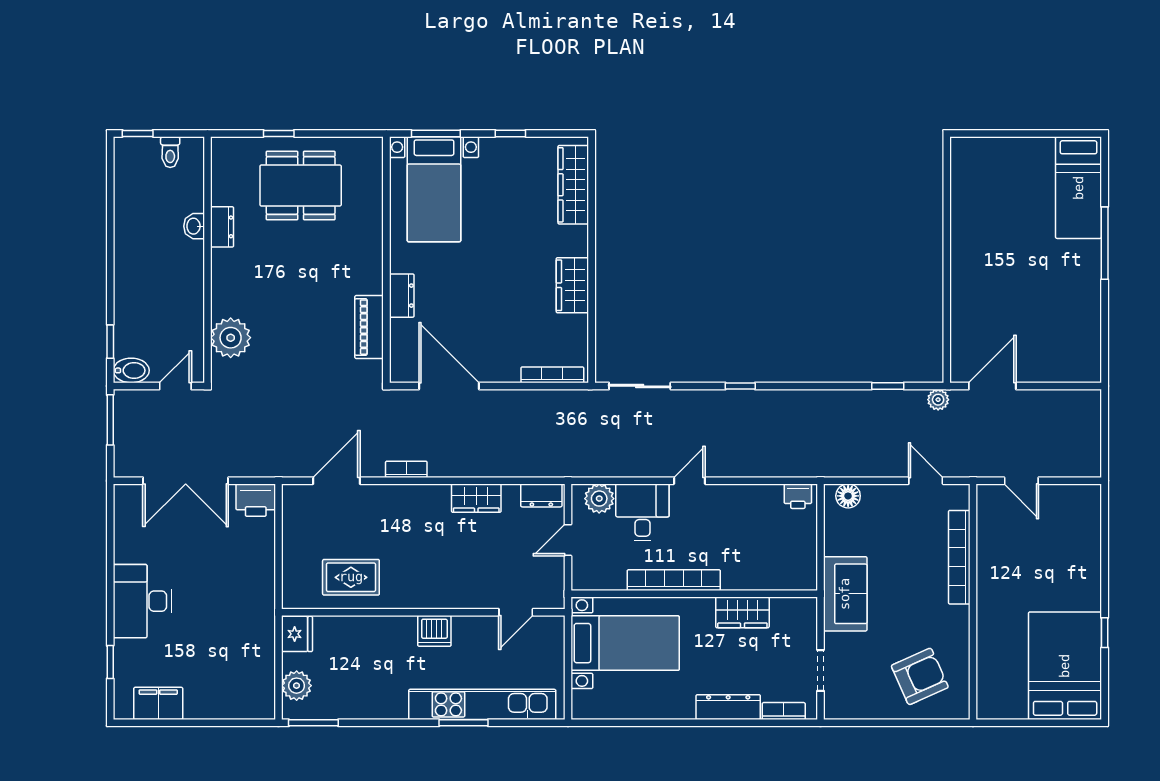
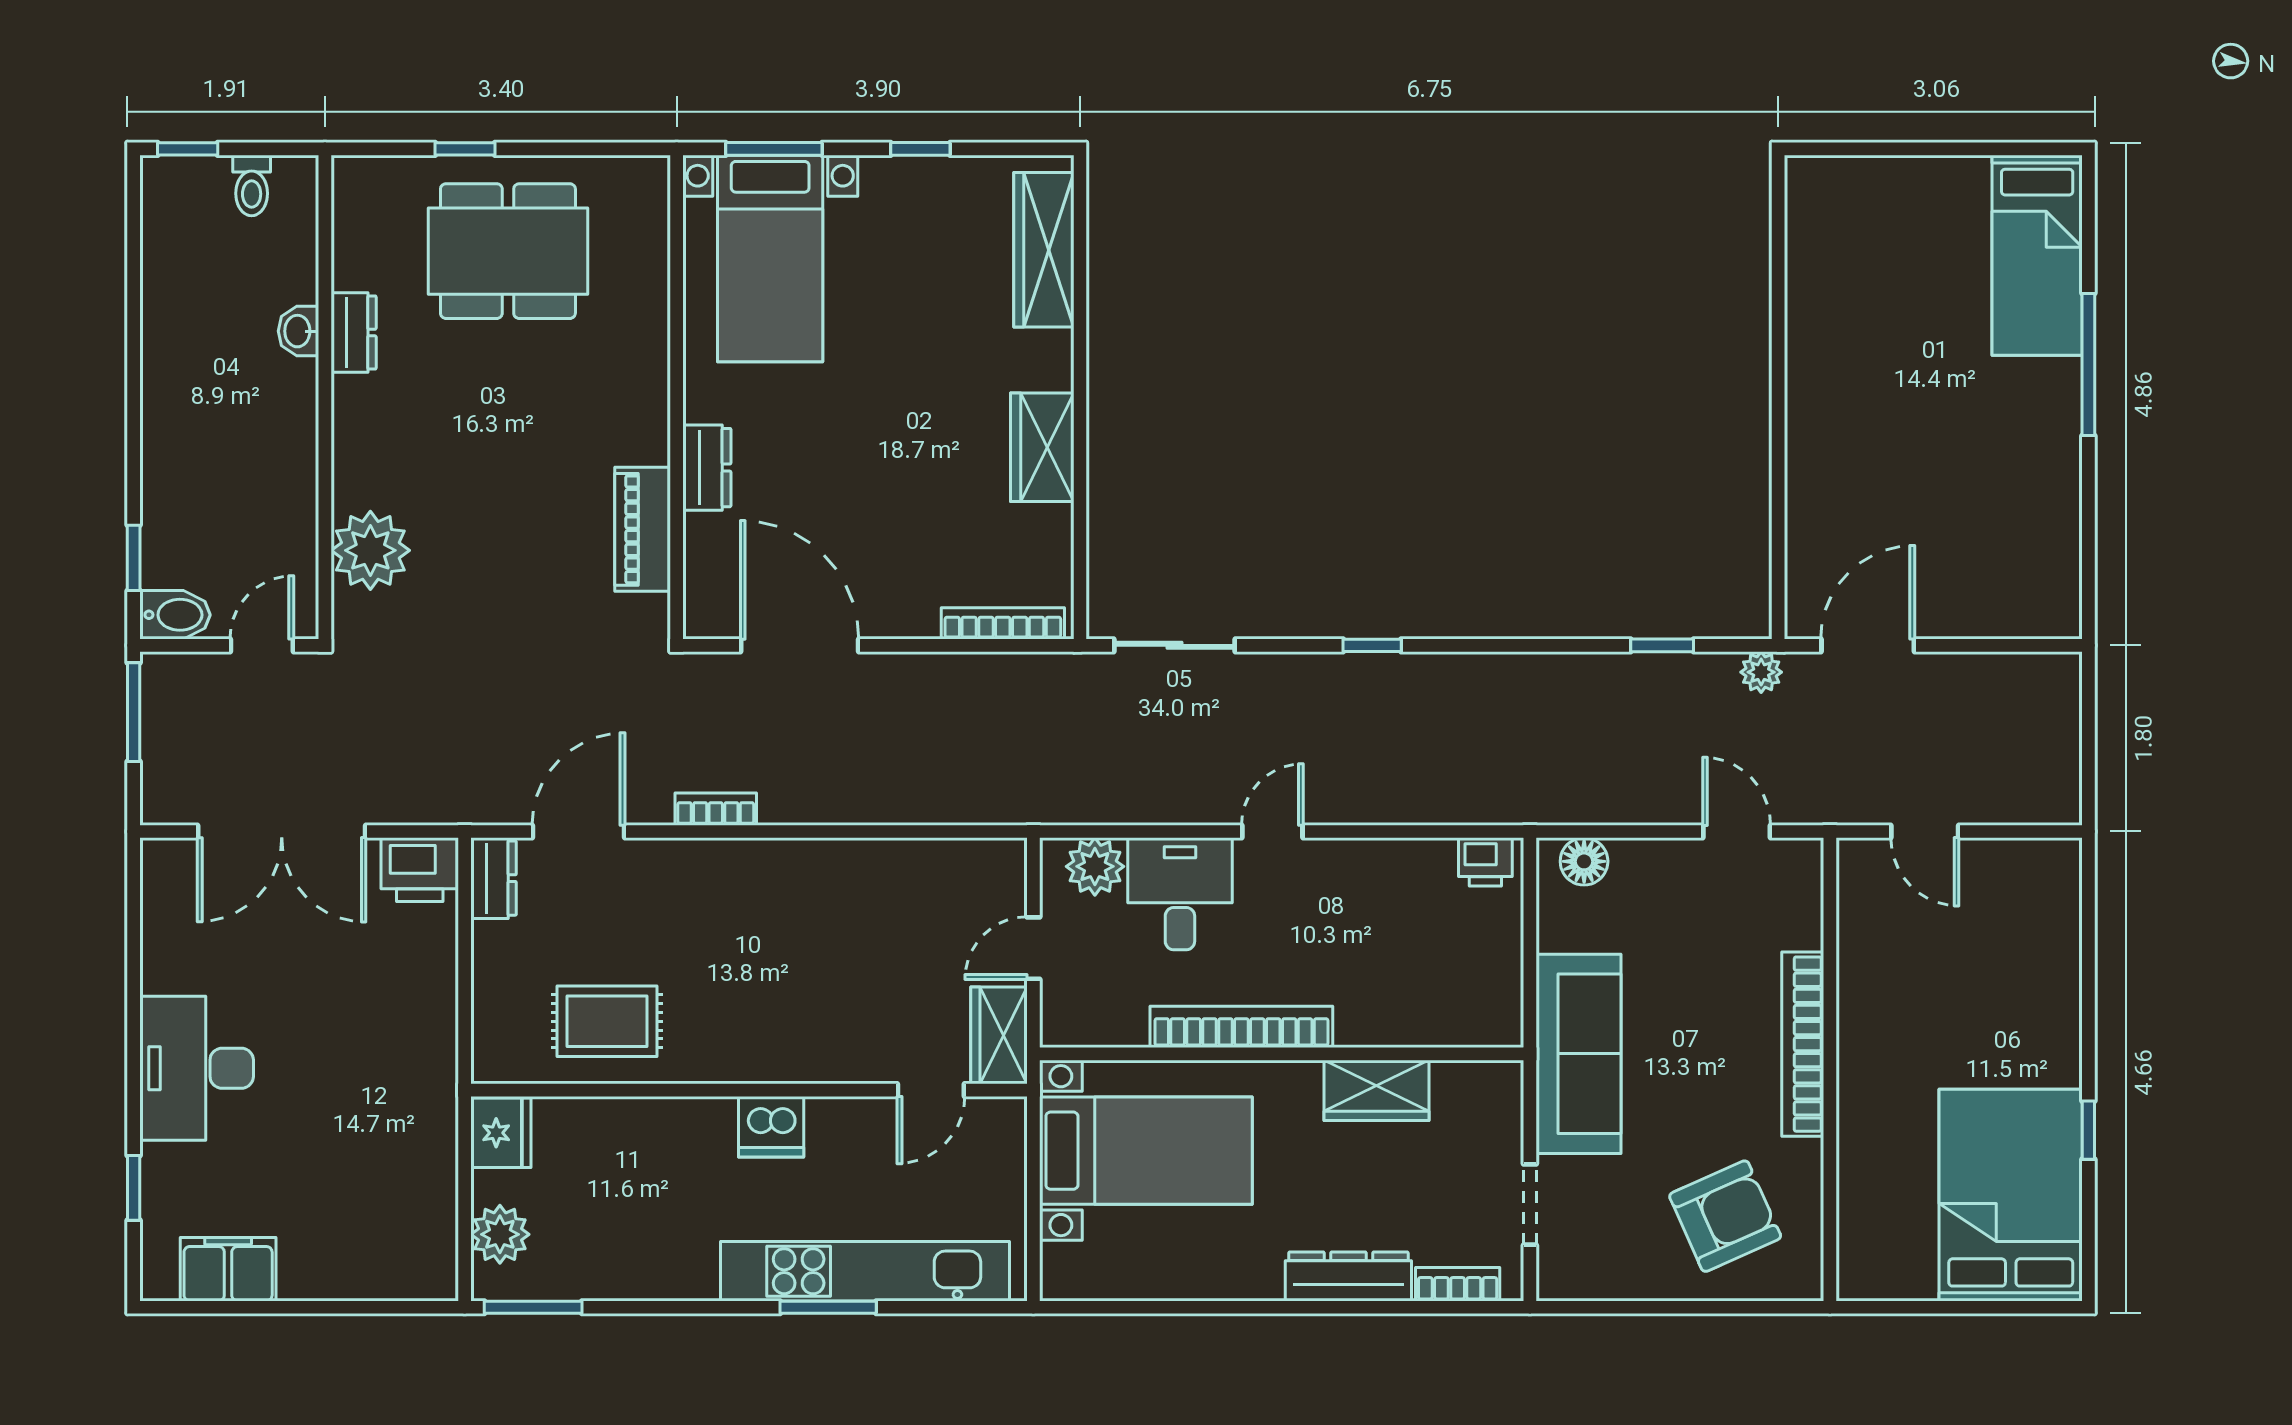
dresser: (541, 495) -> (494, 878), moved, turned -90
wardrobe: (476, 498) -> (999, 1035), moved, turned 90
bookcase: (959, 557) -> (1803, 1044), moved
sofa: (845, 594) -> (1579, 1054), width x1.36

